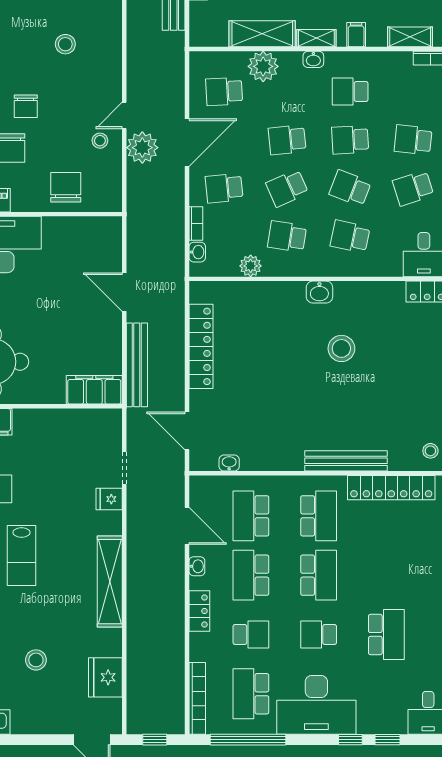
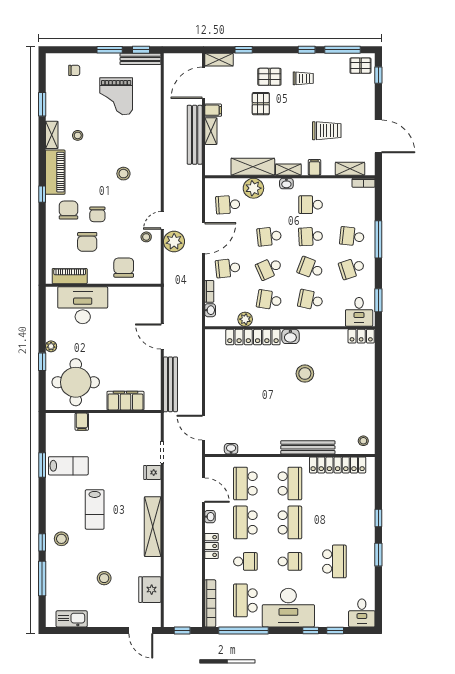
locker: (201, 346) -> (253, 337), moved, turned 90
filing cabinet: (94, 390) -> (125, 401), moved
school desk: (319, 634) -> (290, 561), turned 180

